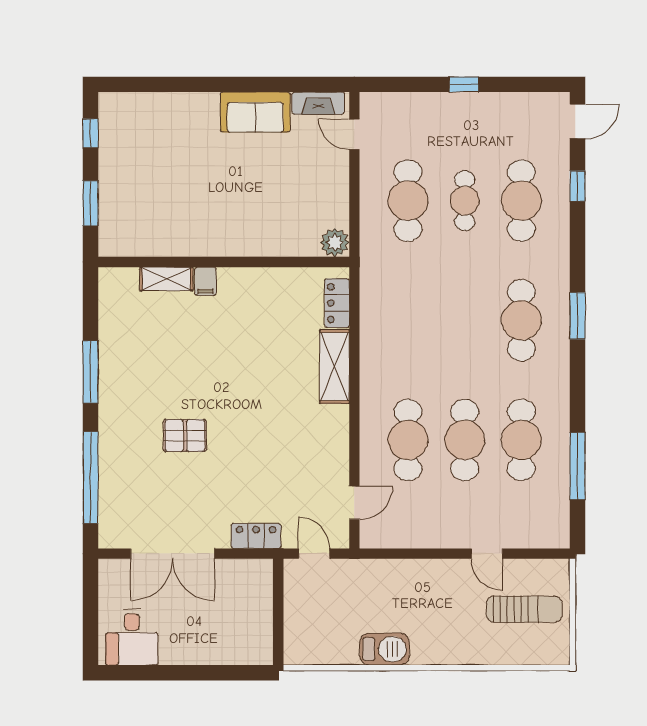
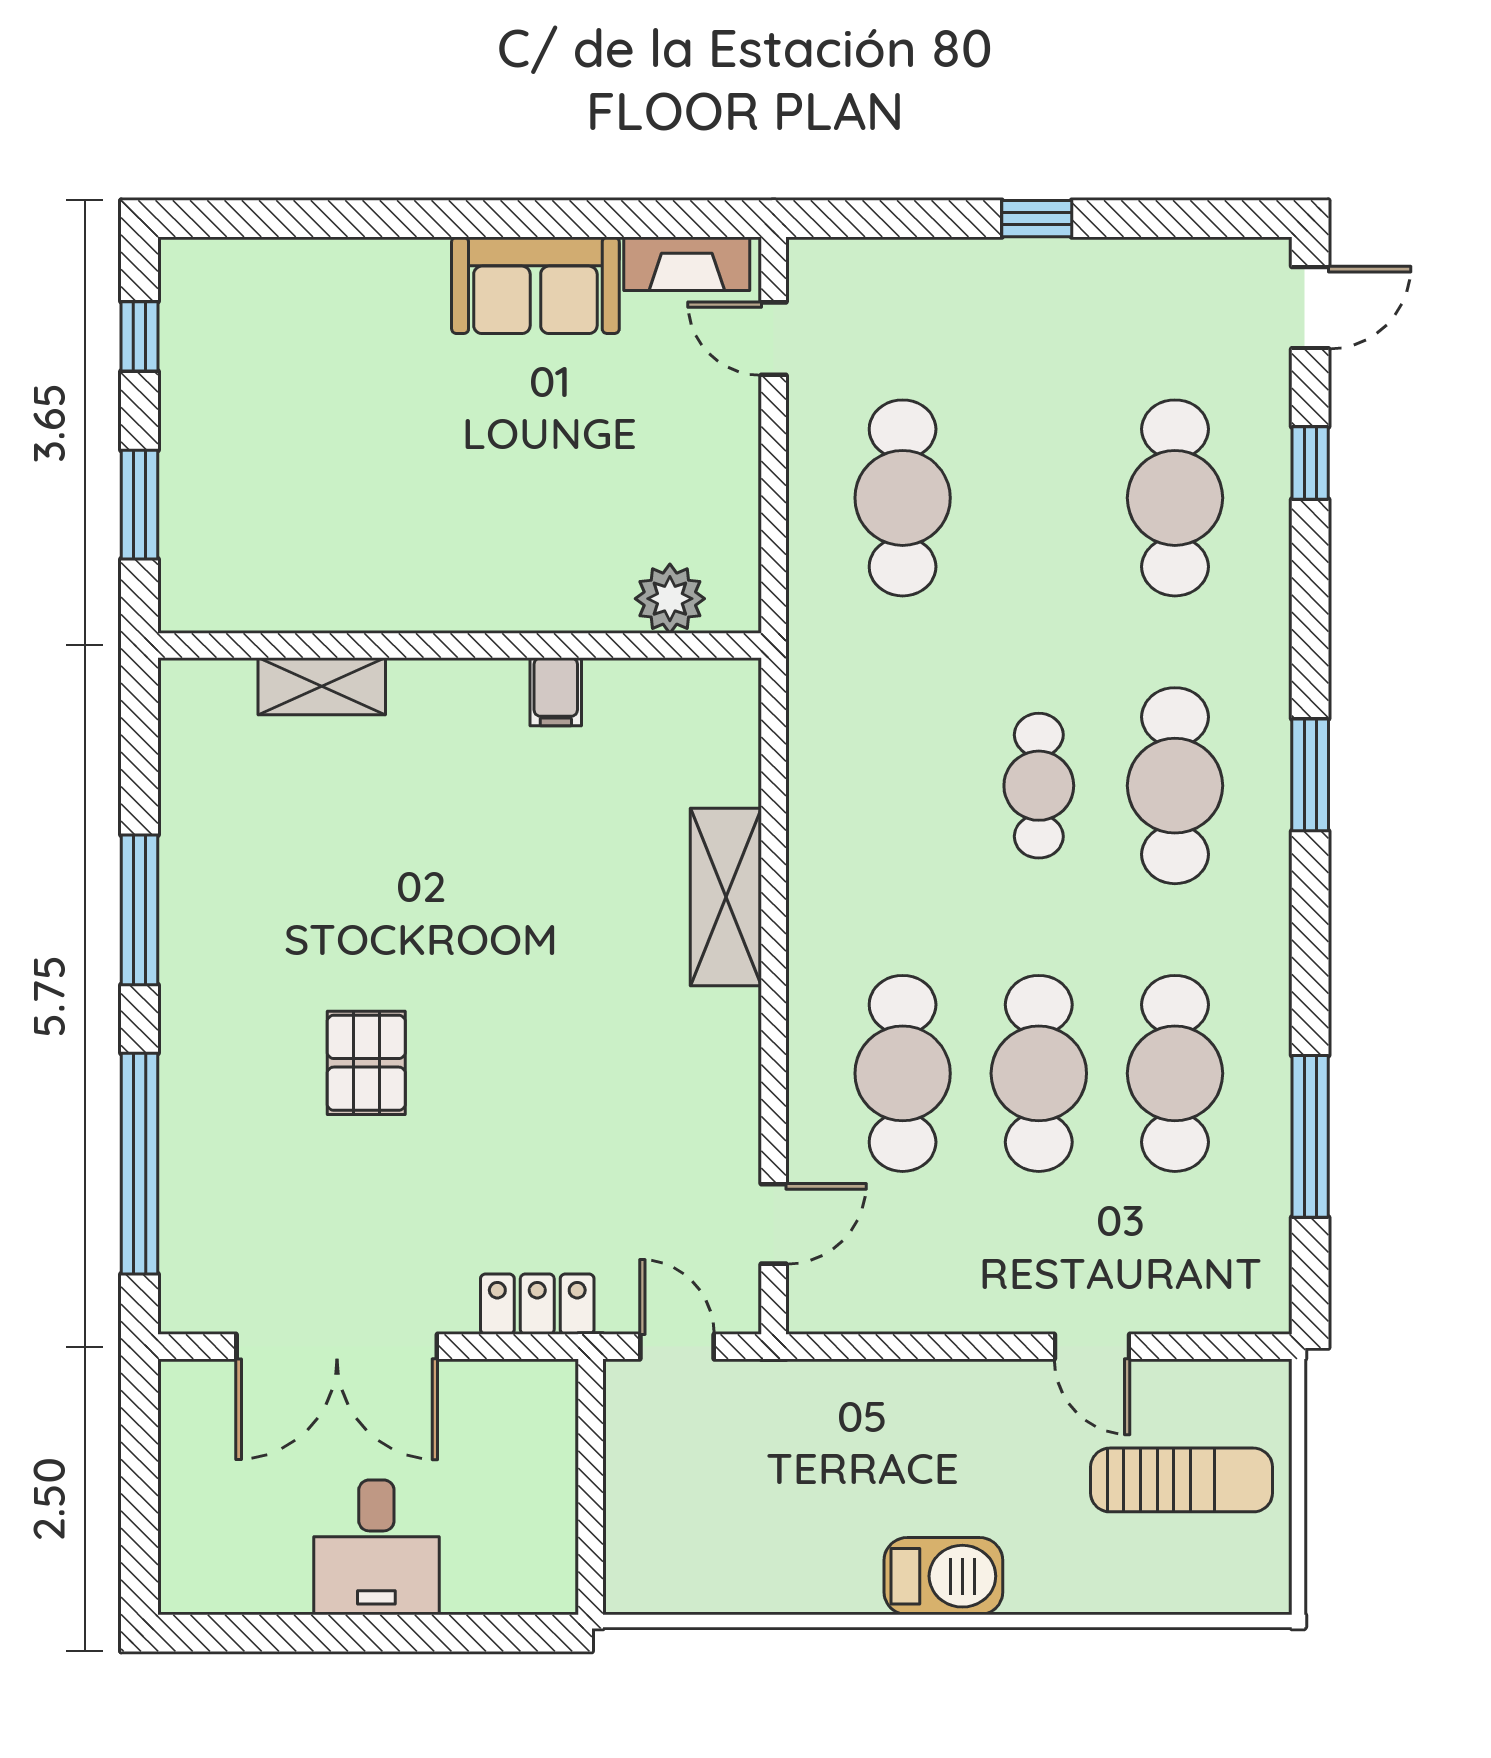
cafe table: (465, 201) -> (1039, 786), moved
plant: (335, 242) -> (670, 599), moved
filing cabinet: (206, 281) -> (556, 692), moved
locker: (337, 303) -> (732, 744), removed
pallet: (185, 436) -> (366, 1063), turned 90
desk: (132, 637) -> (376, 1547), moved
barbecue: (384, 649) -> (943, 1576), moved

